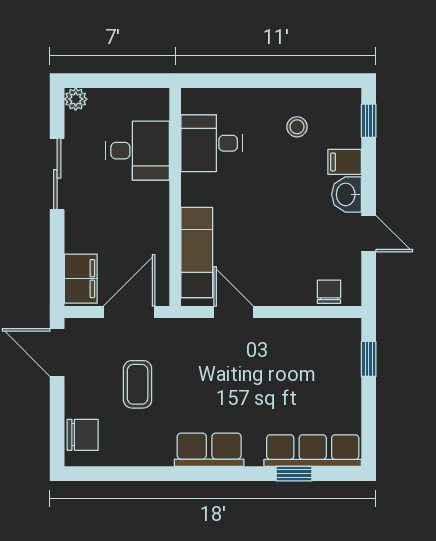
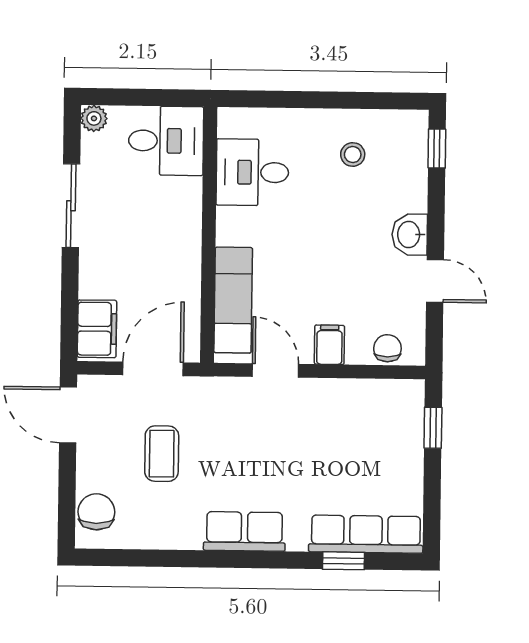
desk: (138, 151) -> (166, 141), moved
filing cabinet: (345, 162) -> (329, 345), moved, turned 90
chair: (83, 435) -> (96, 512), turned -90

